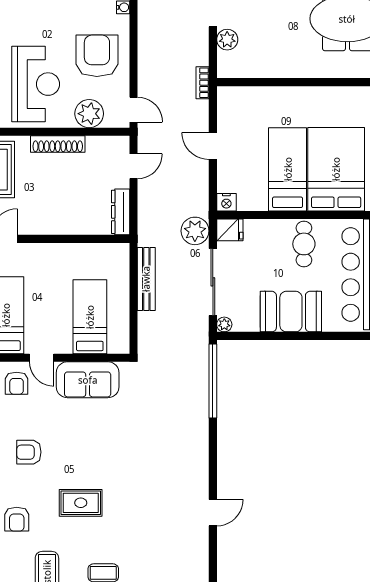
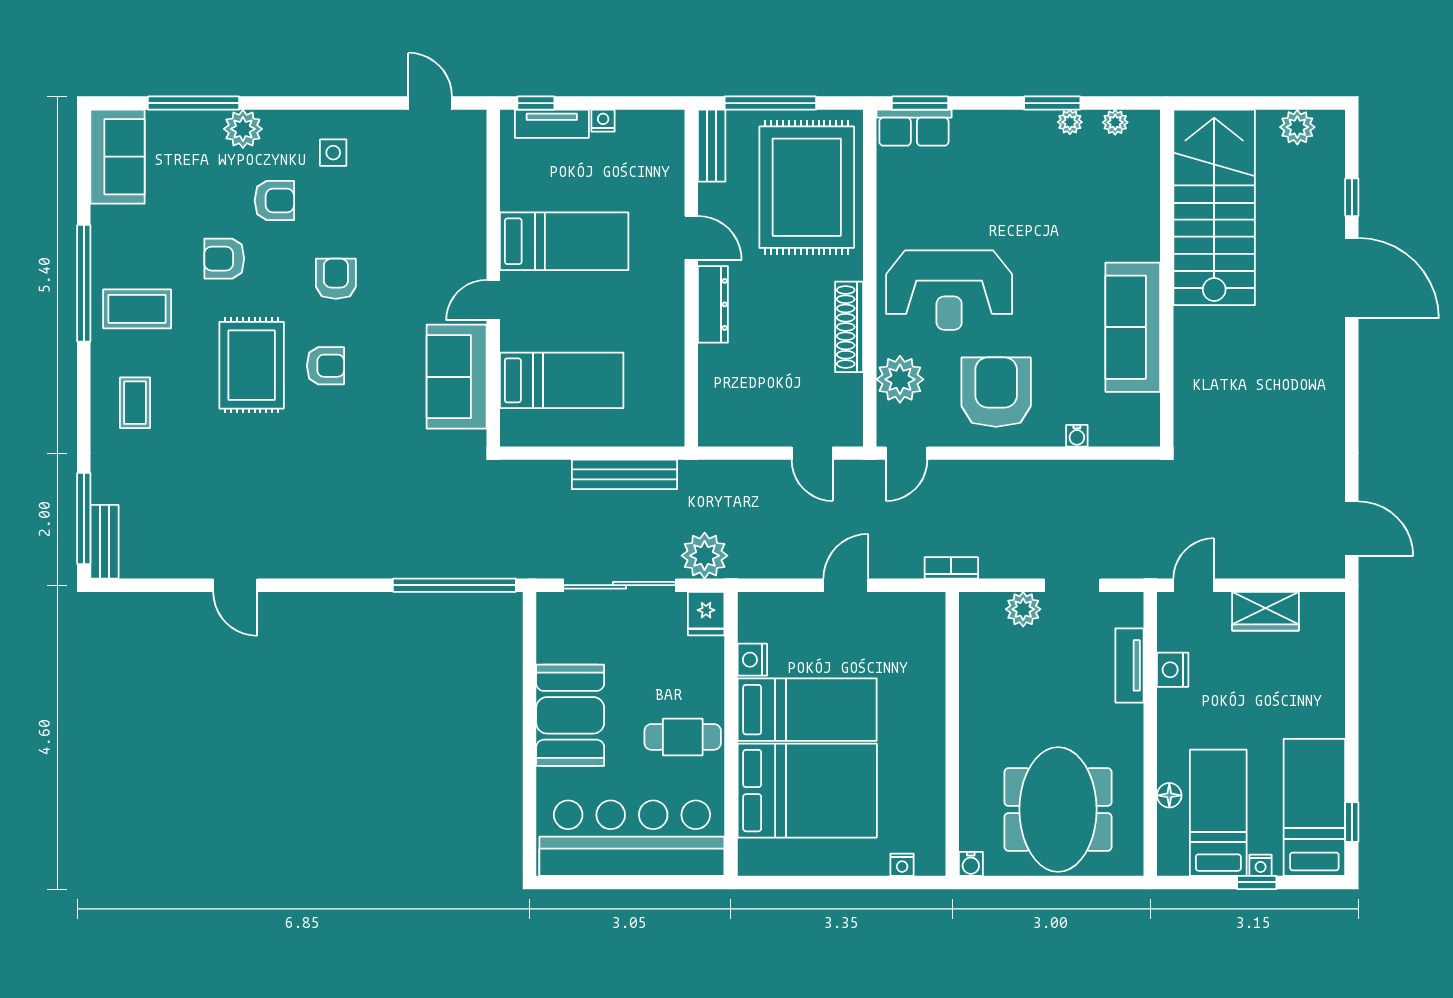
armchair: (97, 56) -> (996, 392), turned -90
nightstand: (226, 202) -> (752, 660), moved
dresser: (121, 212) -> (713, 304), moved, turned 90
plant: (224, 324) -> (549, 604), removed
armchair: (17, 383) -> (325, 366), moved, turned 180
rug: (81, 503) -> (252, 365), width x1.36, depth x1.43

